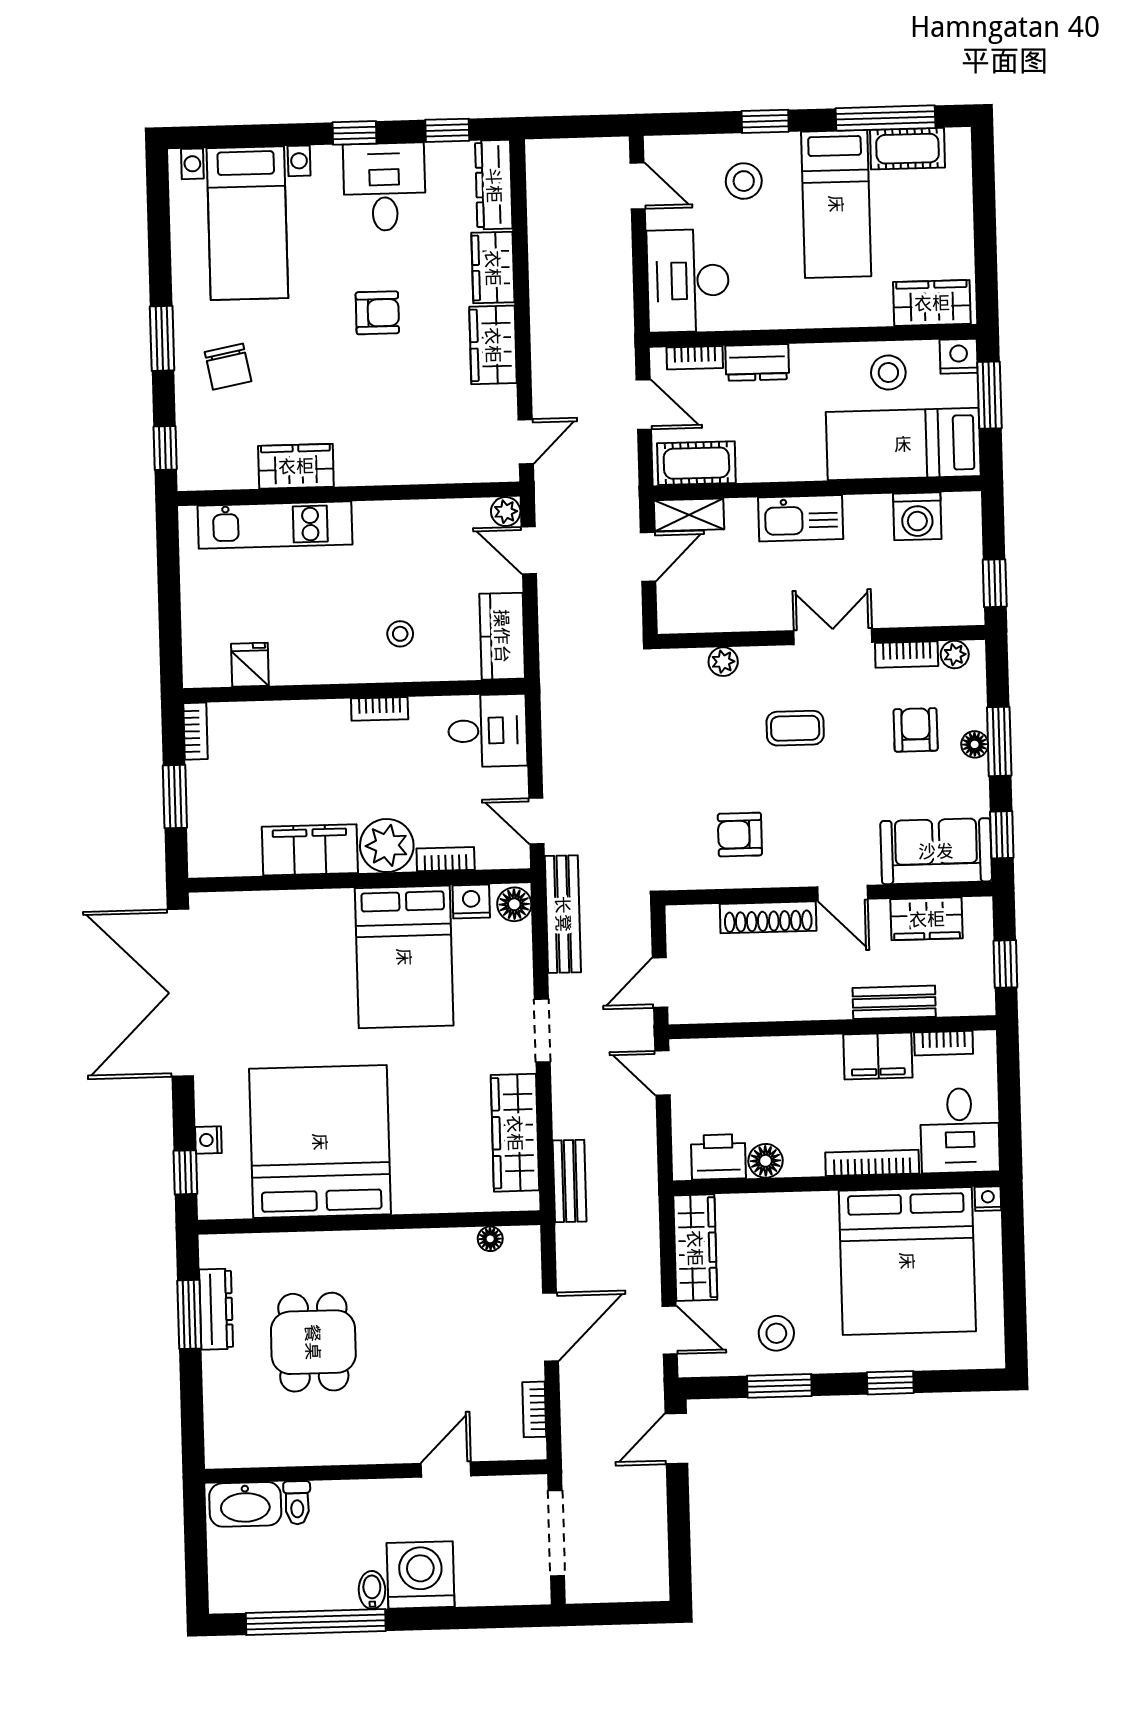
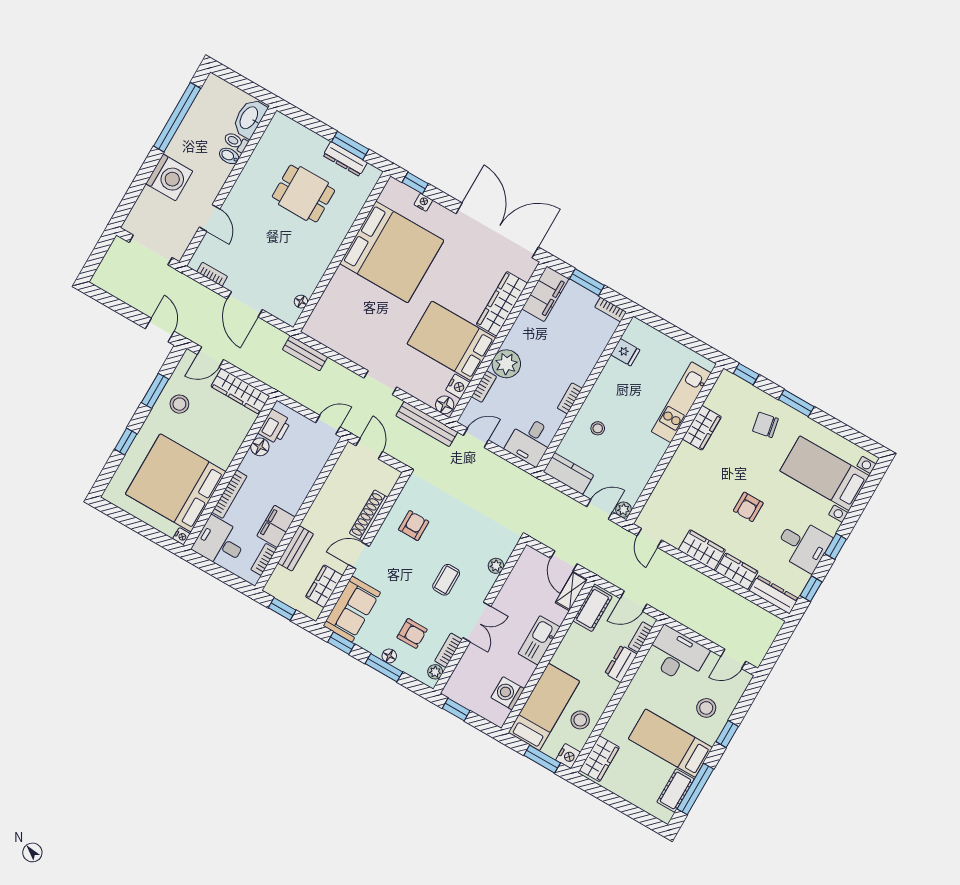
filing cabinet: (310, 850) -> (545, 294), moved
wardrobe: (515, 1133) -> (502, 304), moved, turned -90
bidet: (372, 1590) -> (229, 156), moved, turned 180

